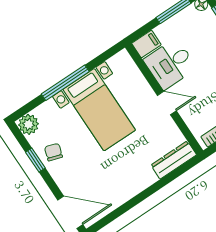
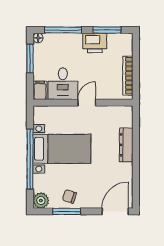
window: (65, 83) -> (30, 159), width x1.46
window: (35, 160) -> (67, 211), width x1.50
dresser: (174, 160) -> (126, 145), moved

